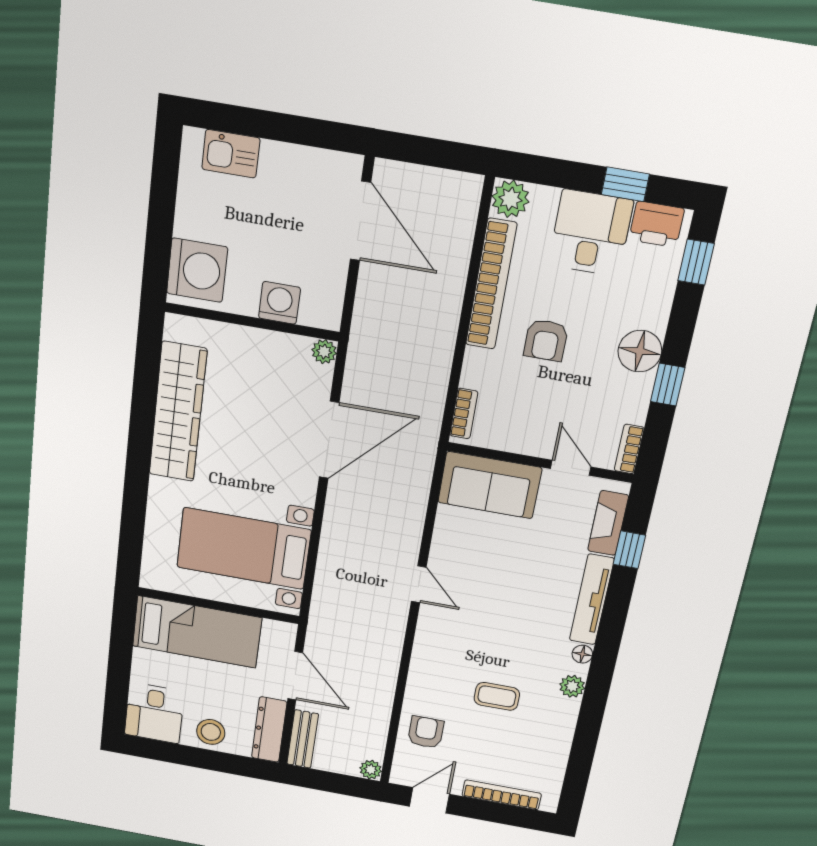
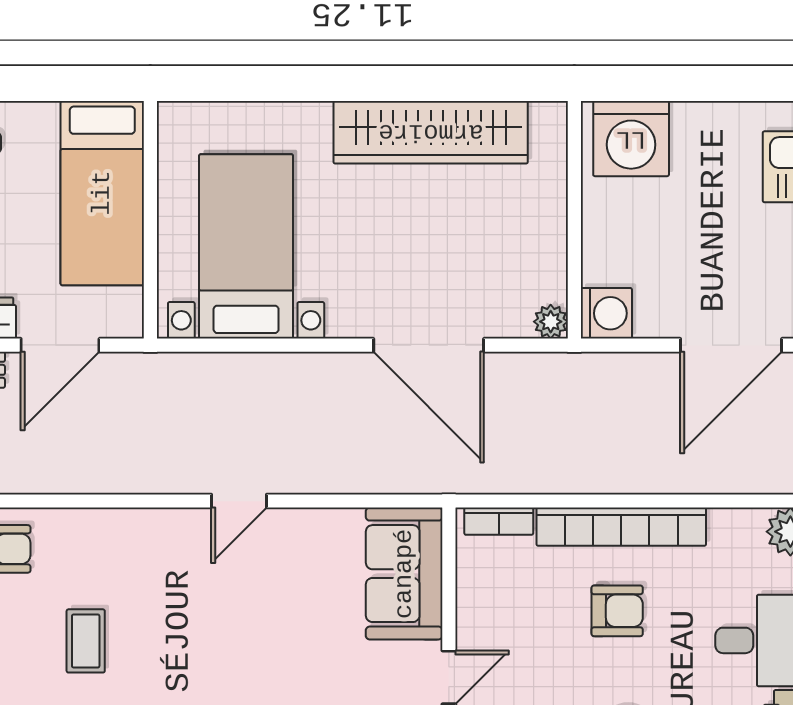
bookcase: (491, 284) -> (621, 527), moved
washing machine: (279, 303) -> (606, 313), moved
armchair: (546, 340) -> (617, 611), turned 180

